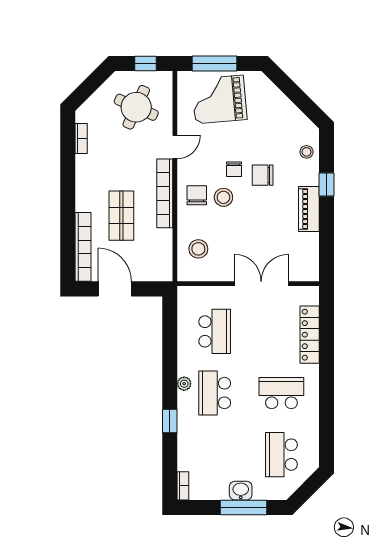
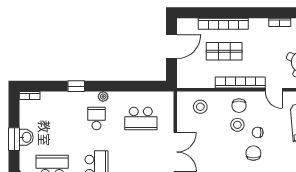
chair: (197, 195) -> (239, 106), turned 90
bookcase: (83, 247) -> (223, 24), moved
school desk: (215, 393) -> (96, 119), width x0.54
window: (243, 508) -> (14, 139), width x0.69

